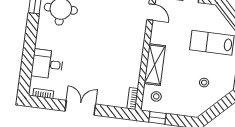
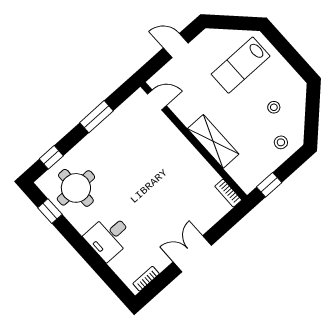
desk: (47, 64) -> (109, 237), moved
stool: (156, 96) -> (281, 142), moved

